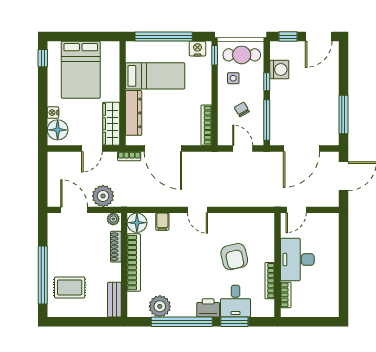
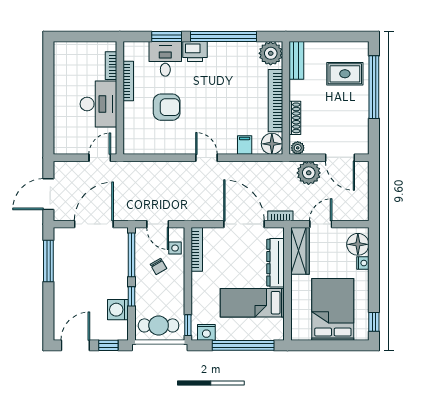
side table: (233, 78) -> (175, 248), moved
armchair: (234, 257) -> (167, 107), turned 103
plant: (160, 306) -> (271, 53), moved

